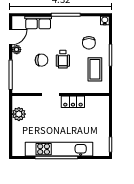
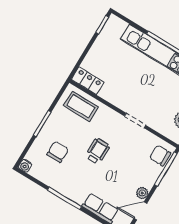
chair: (42, 60) -> (160, 155), moved
coffee table: (95, 69) -> (81, 106), moved, turned 90
locker: (73, 102) -> (88, 81), moved

